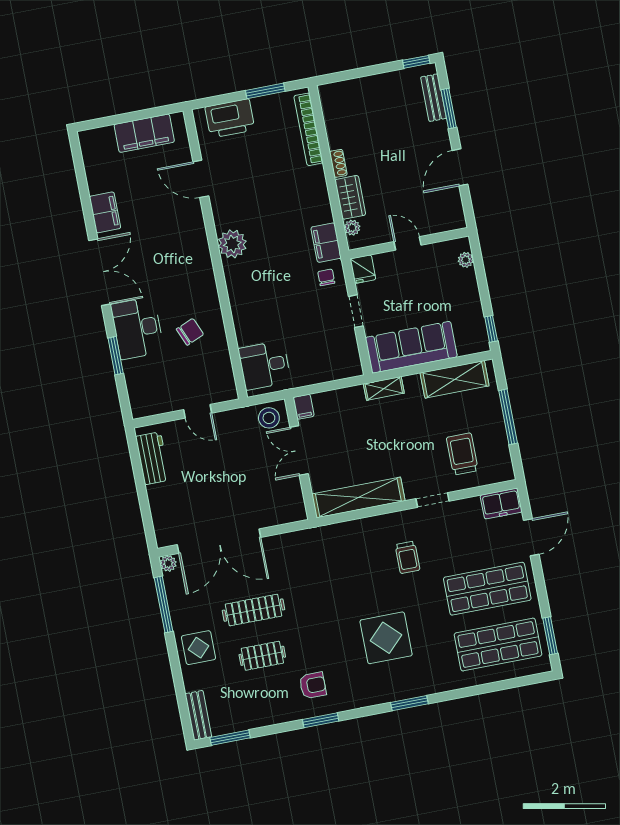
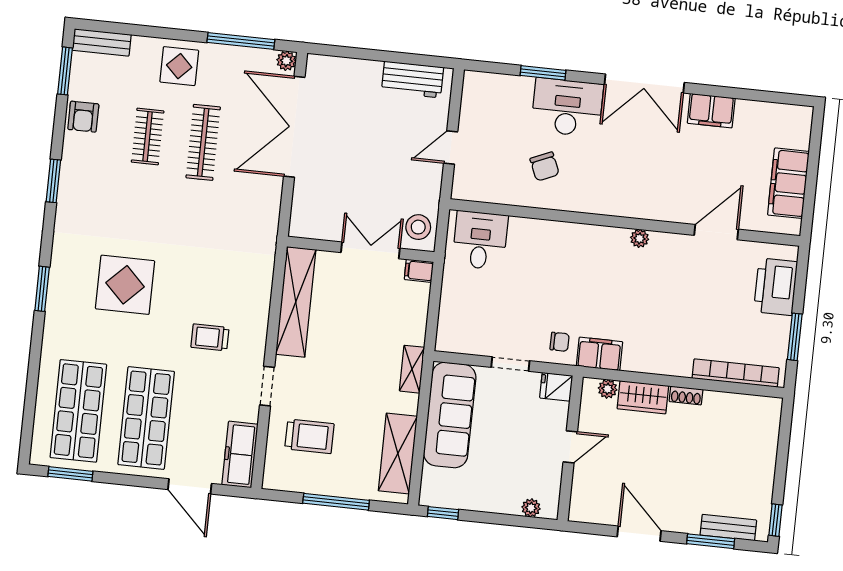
plant: (232, 244) -> (640, 238), width x0.53, depth x0.53
freezer: (501, 504) -> (240, 454), width x1.40
armchair: (313, 685) -> (83, 117), moved

